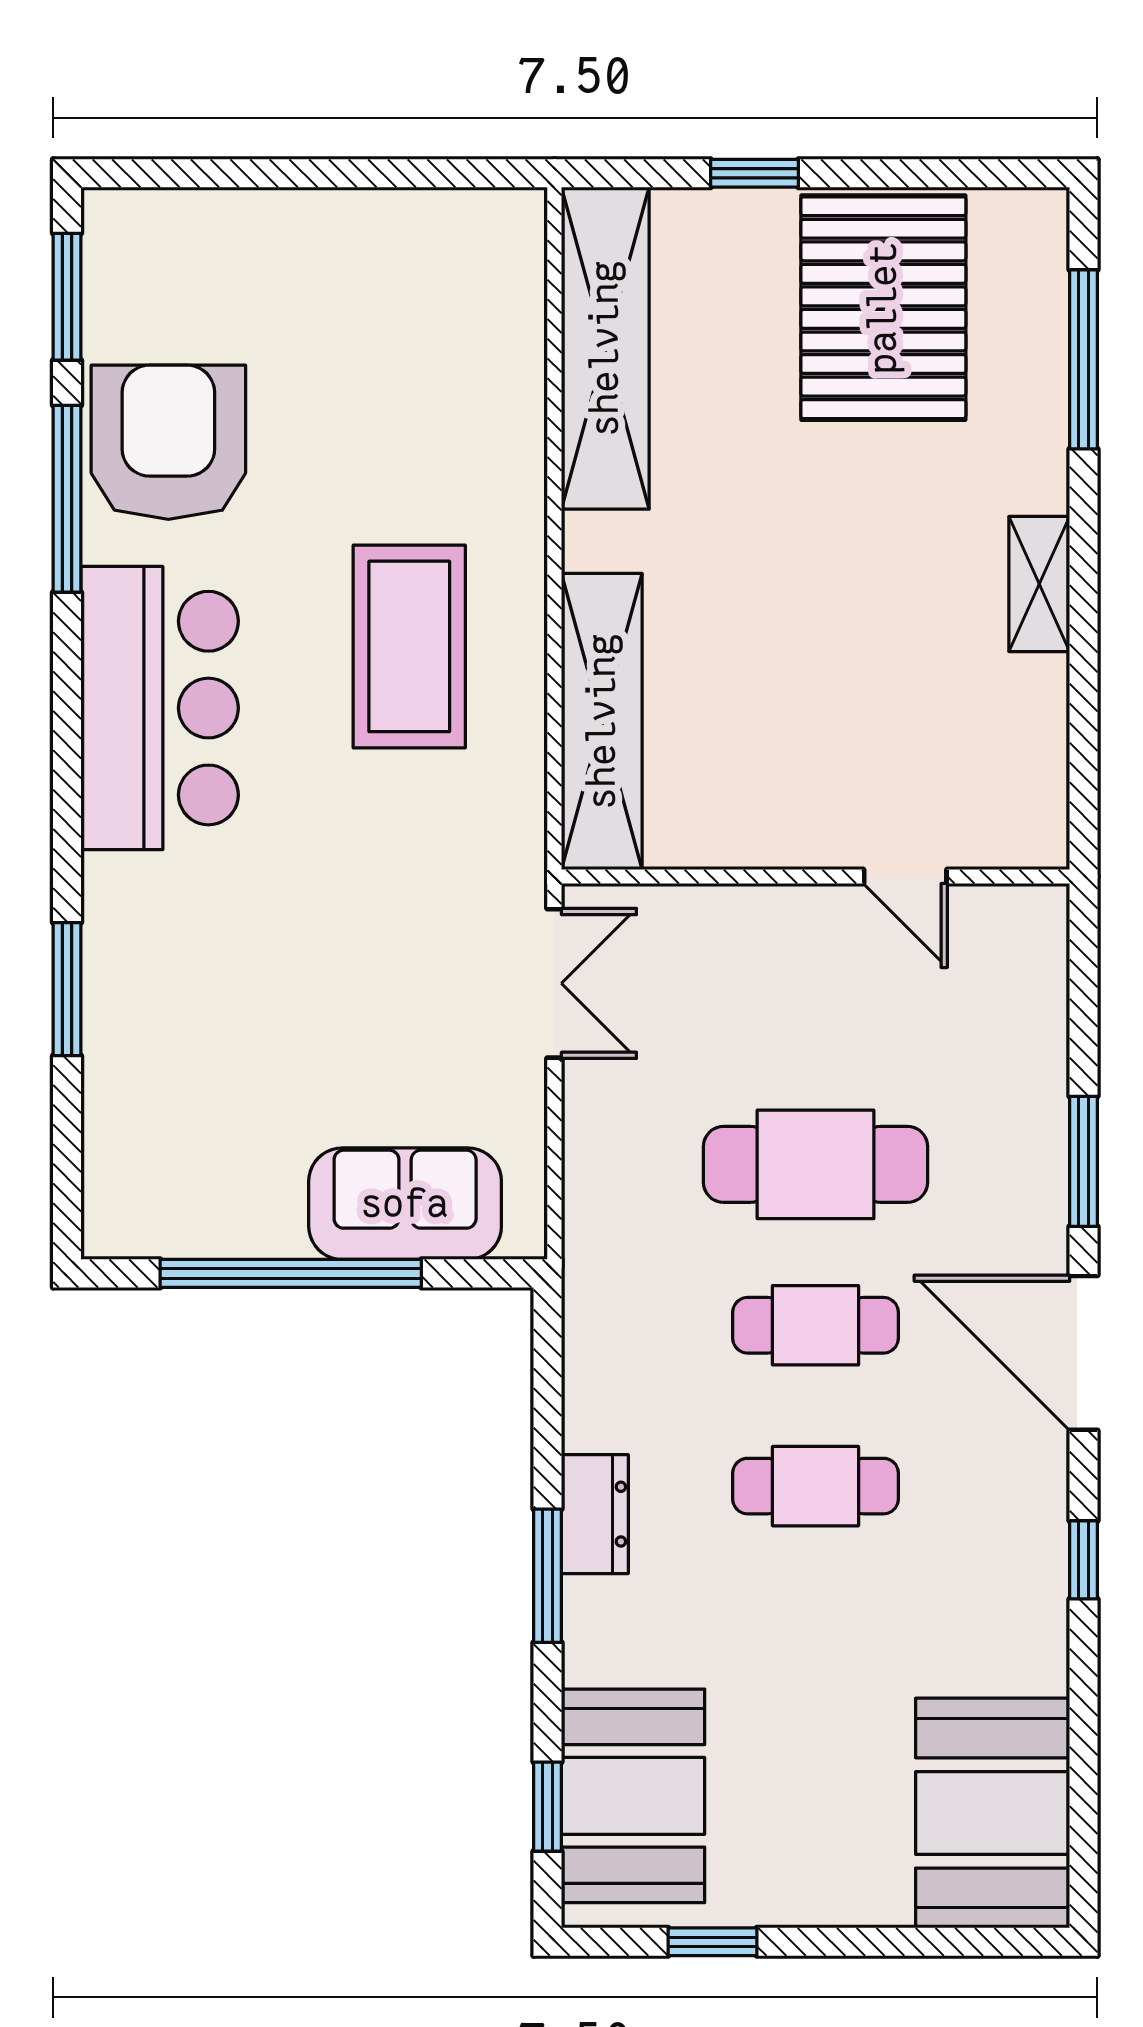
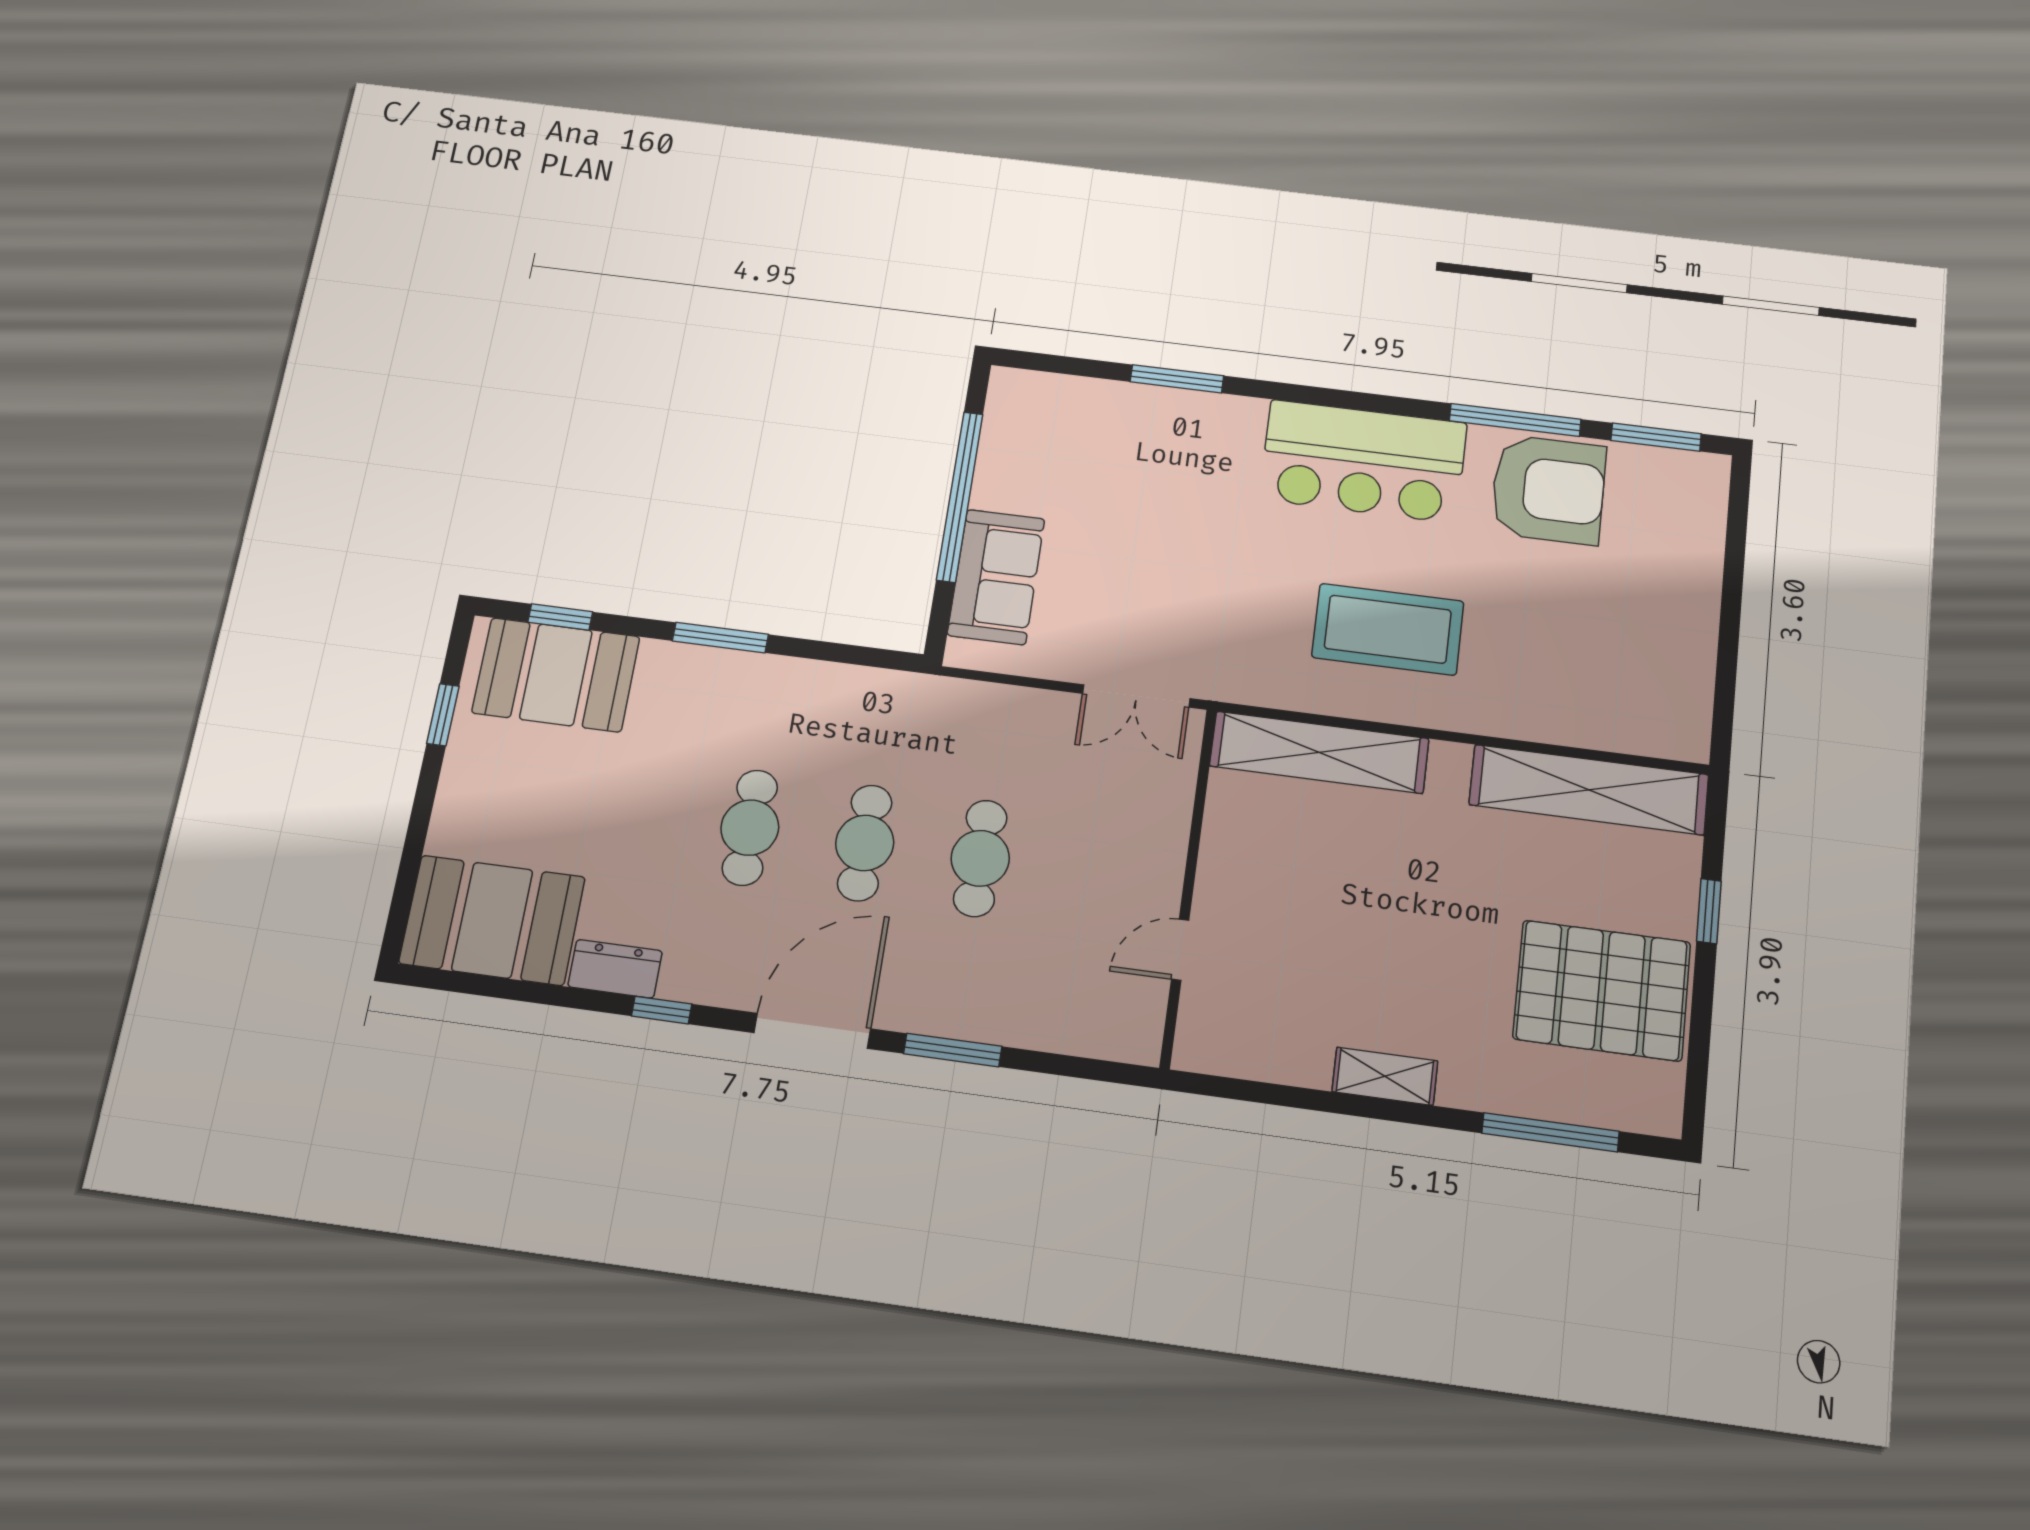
cafe table: (816, 1164) -> (980, 858), width x0.73, depth x0.74
dresser: (595, 1514) -> (615, 969), moved, turned 180

